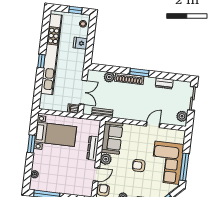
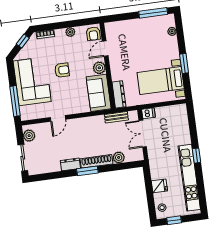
kitchen unit: (51, 54) -> (189, 178), width x0.73
dresser: (164, 83) -> (70, 164), moved
dresser: (93, 148) -> (119, 94), moved
window: (184, 167) -> (15, 101), moved

